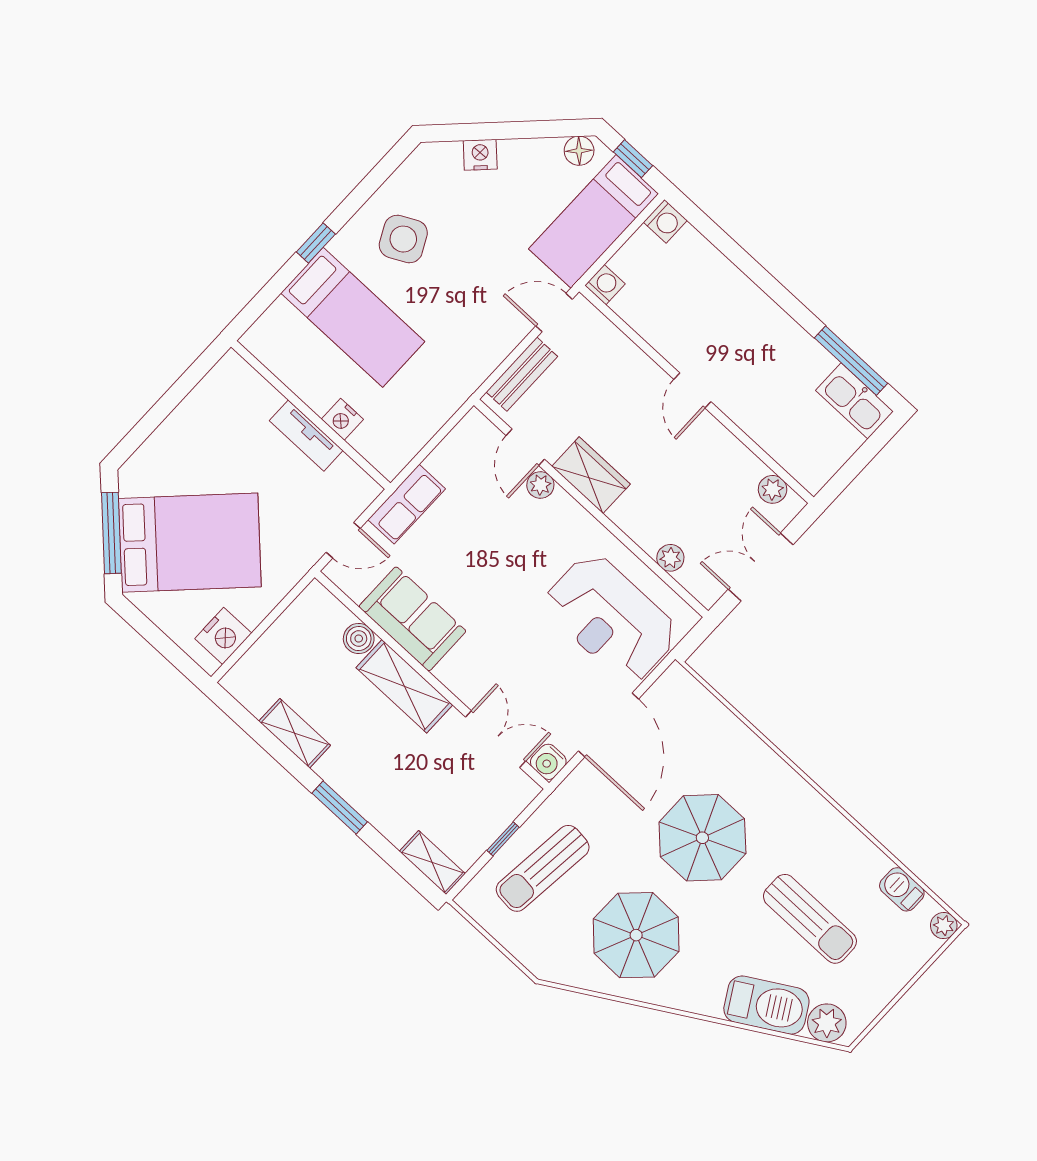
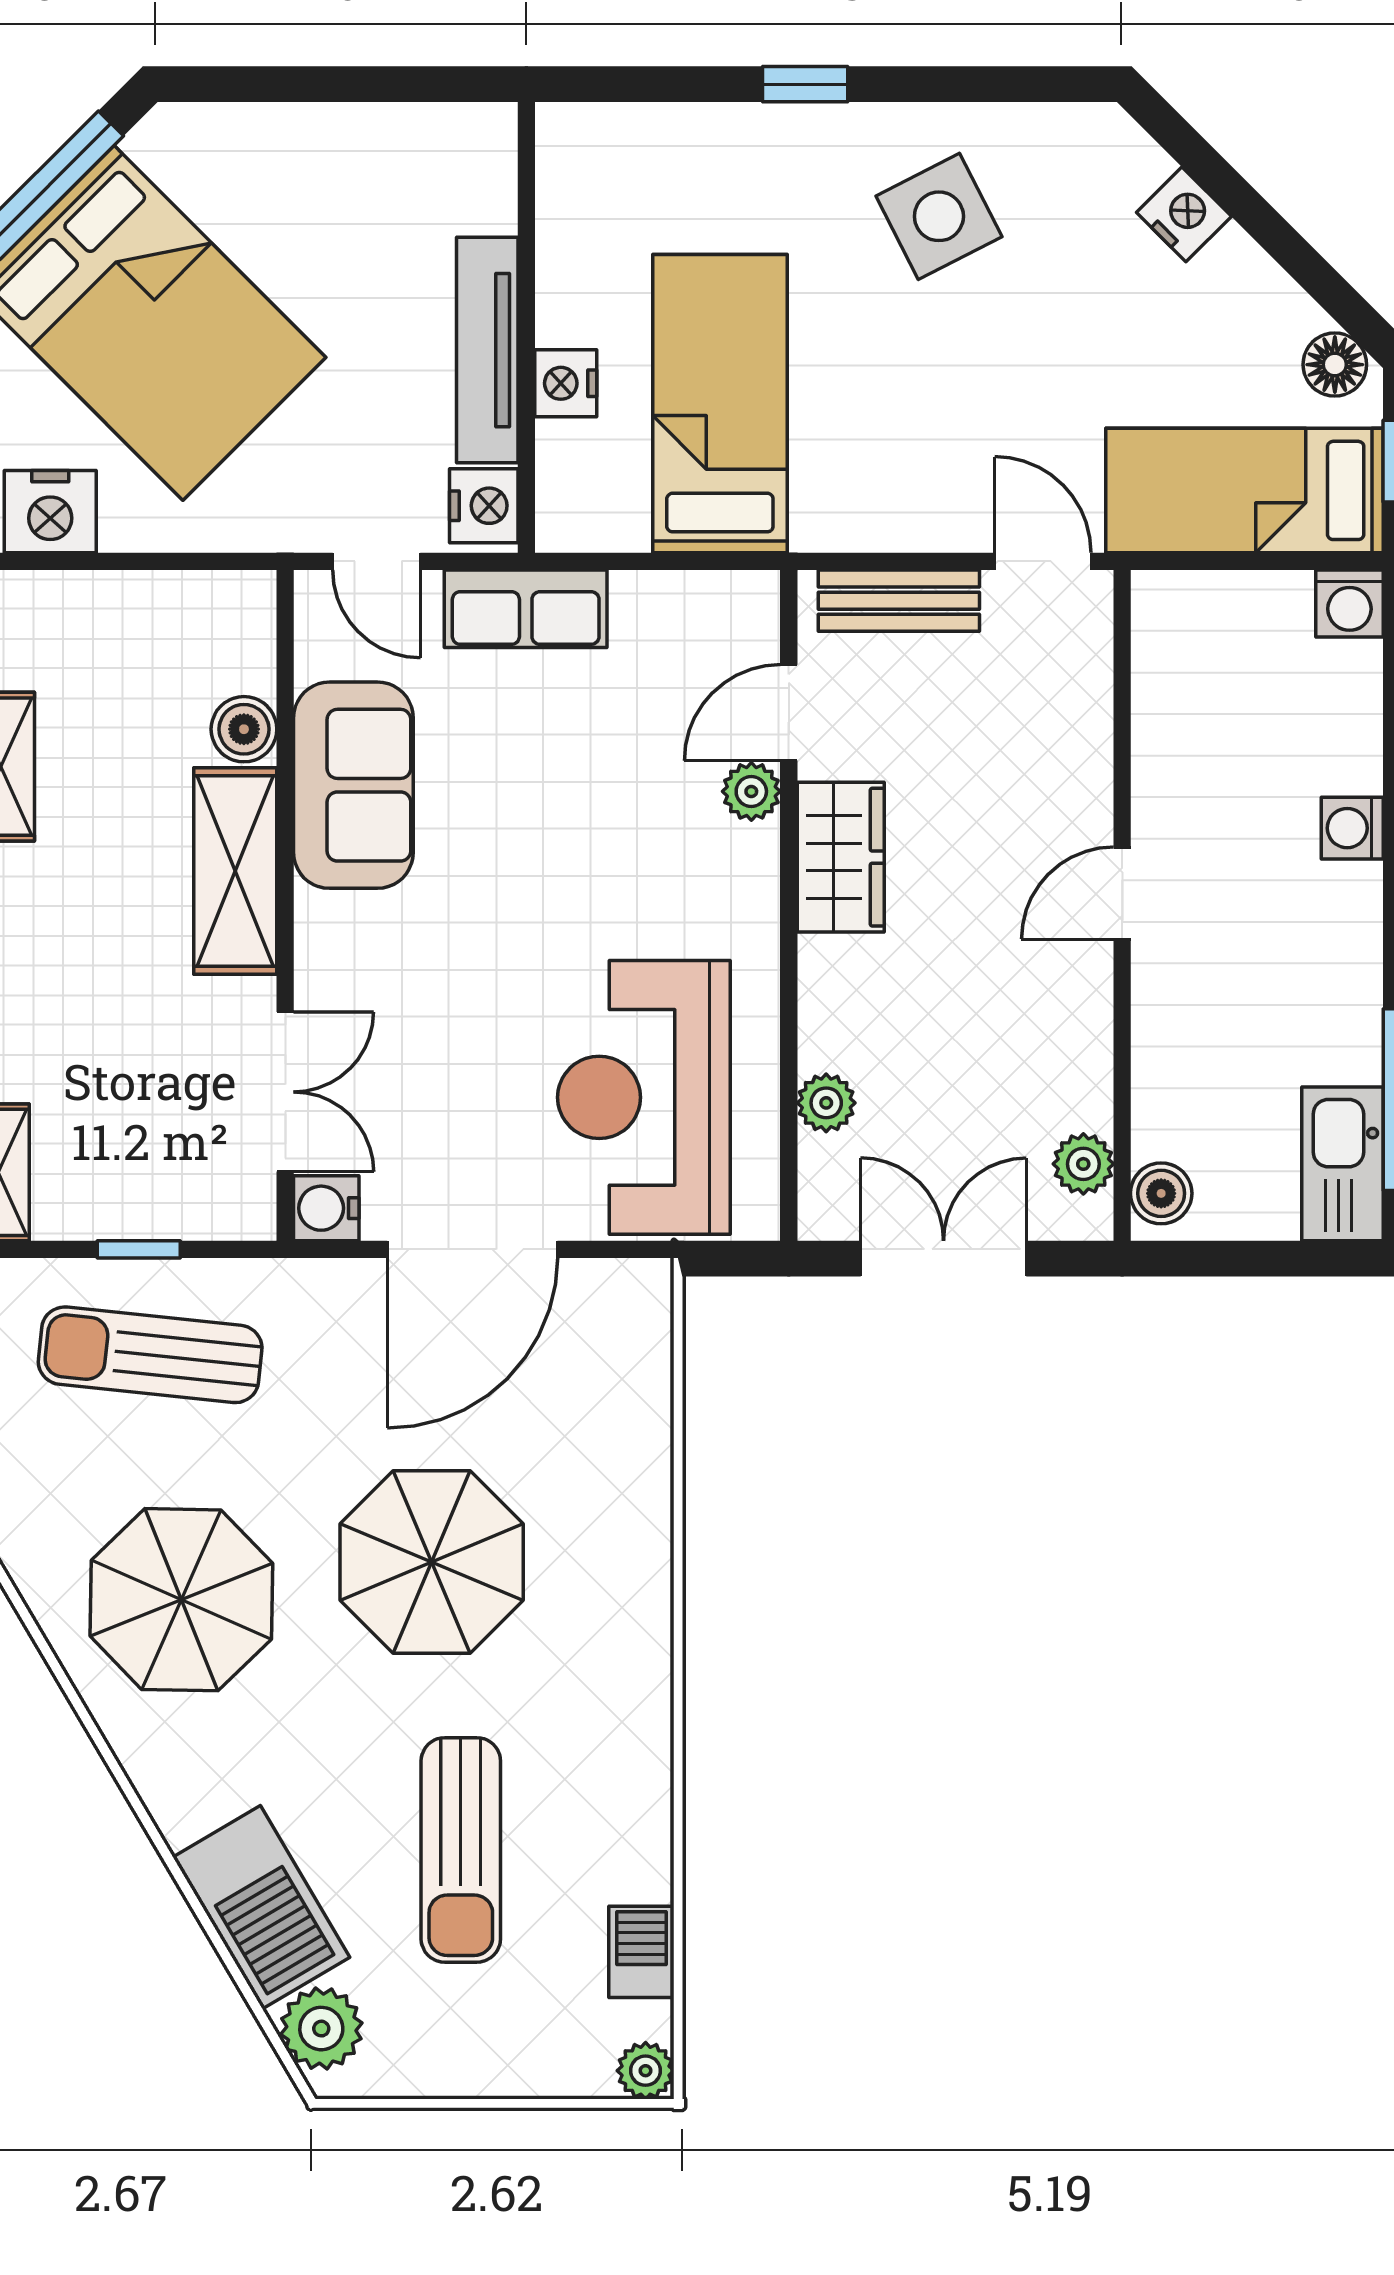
washing machine: (605, 285) -> (1352, 828), moved, turned 180
bed: (353, 317) -> (720, 404), moved, turned 180
tv unit: (306, 436) -> (487, 350), width x1.41
boiler: (807, 472) -> (1161, 1193), added
nightstand: (358, 486) -> (484, 506), added

